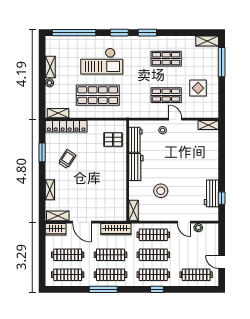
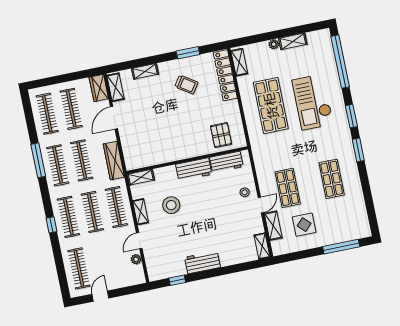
shelving: (207, 41) -> (273, 226), moved
workbench: (211, 193) -> (202, 262), moved
shelving: (161, 216) -> (141, 212), added

